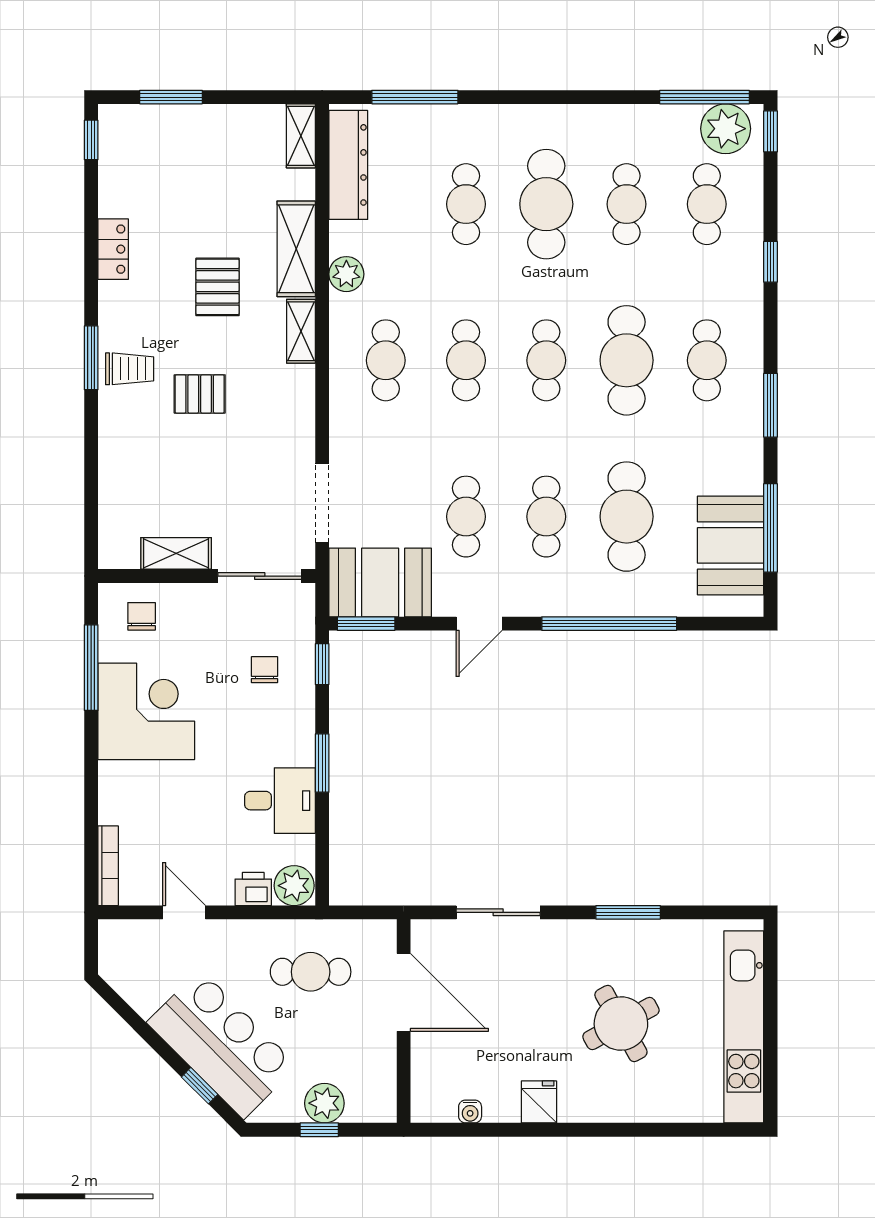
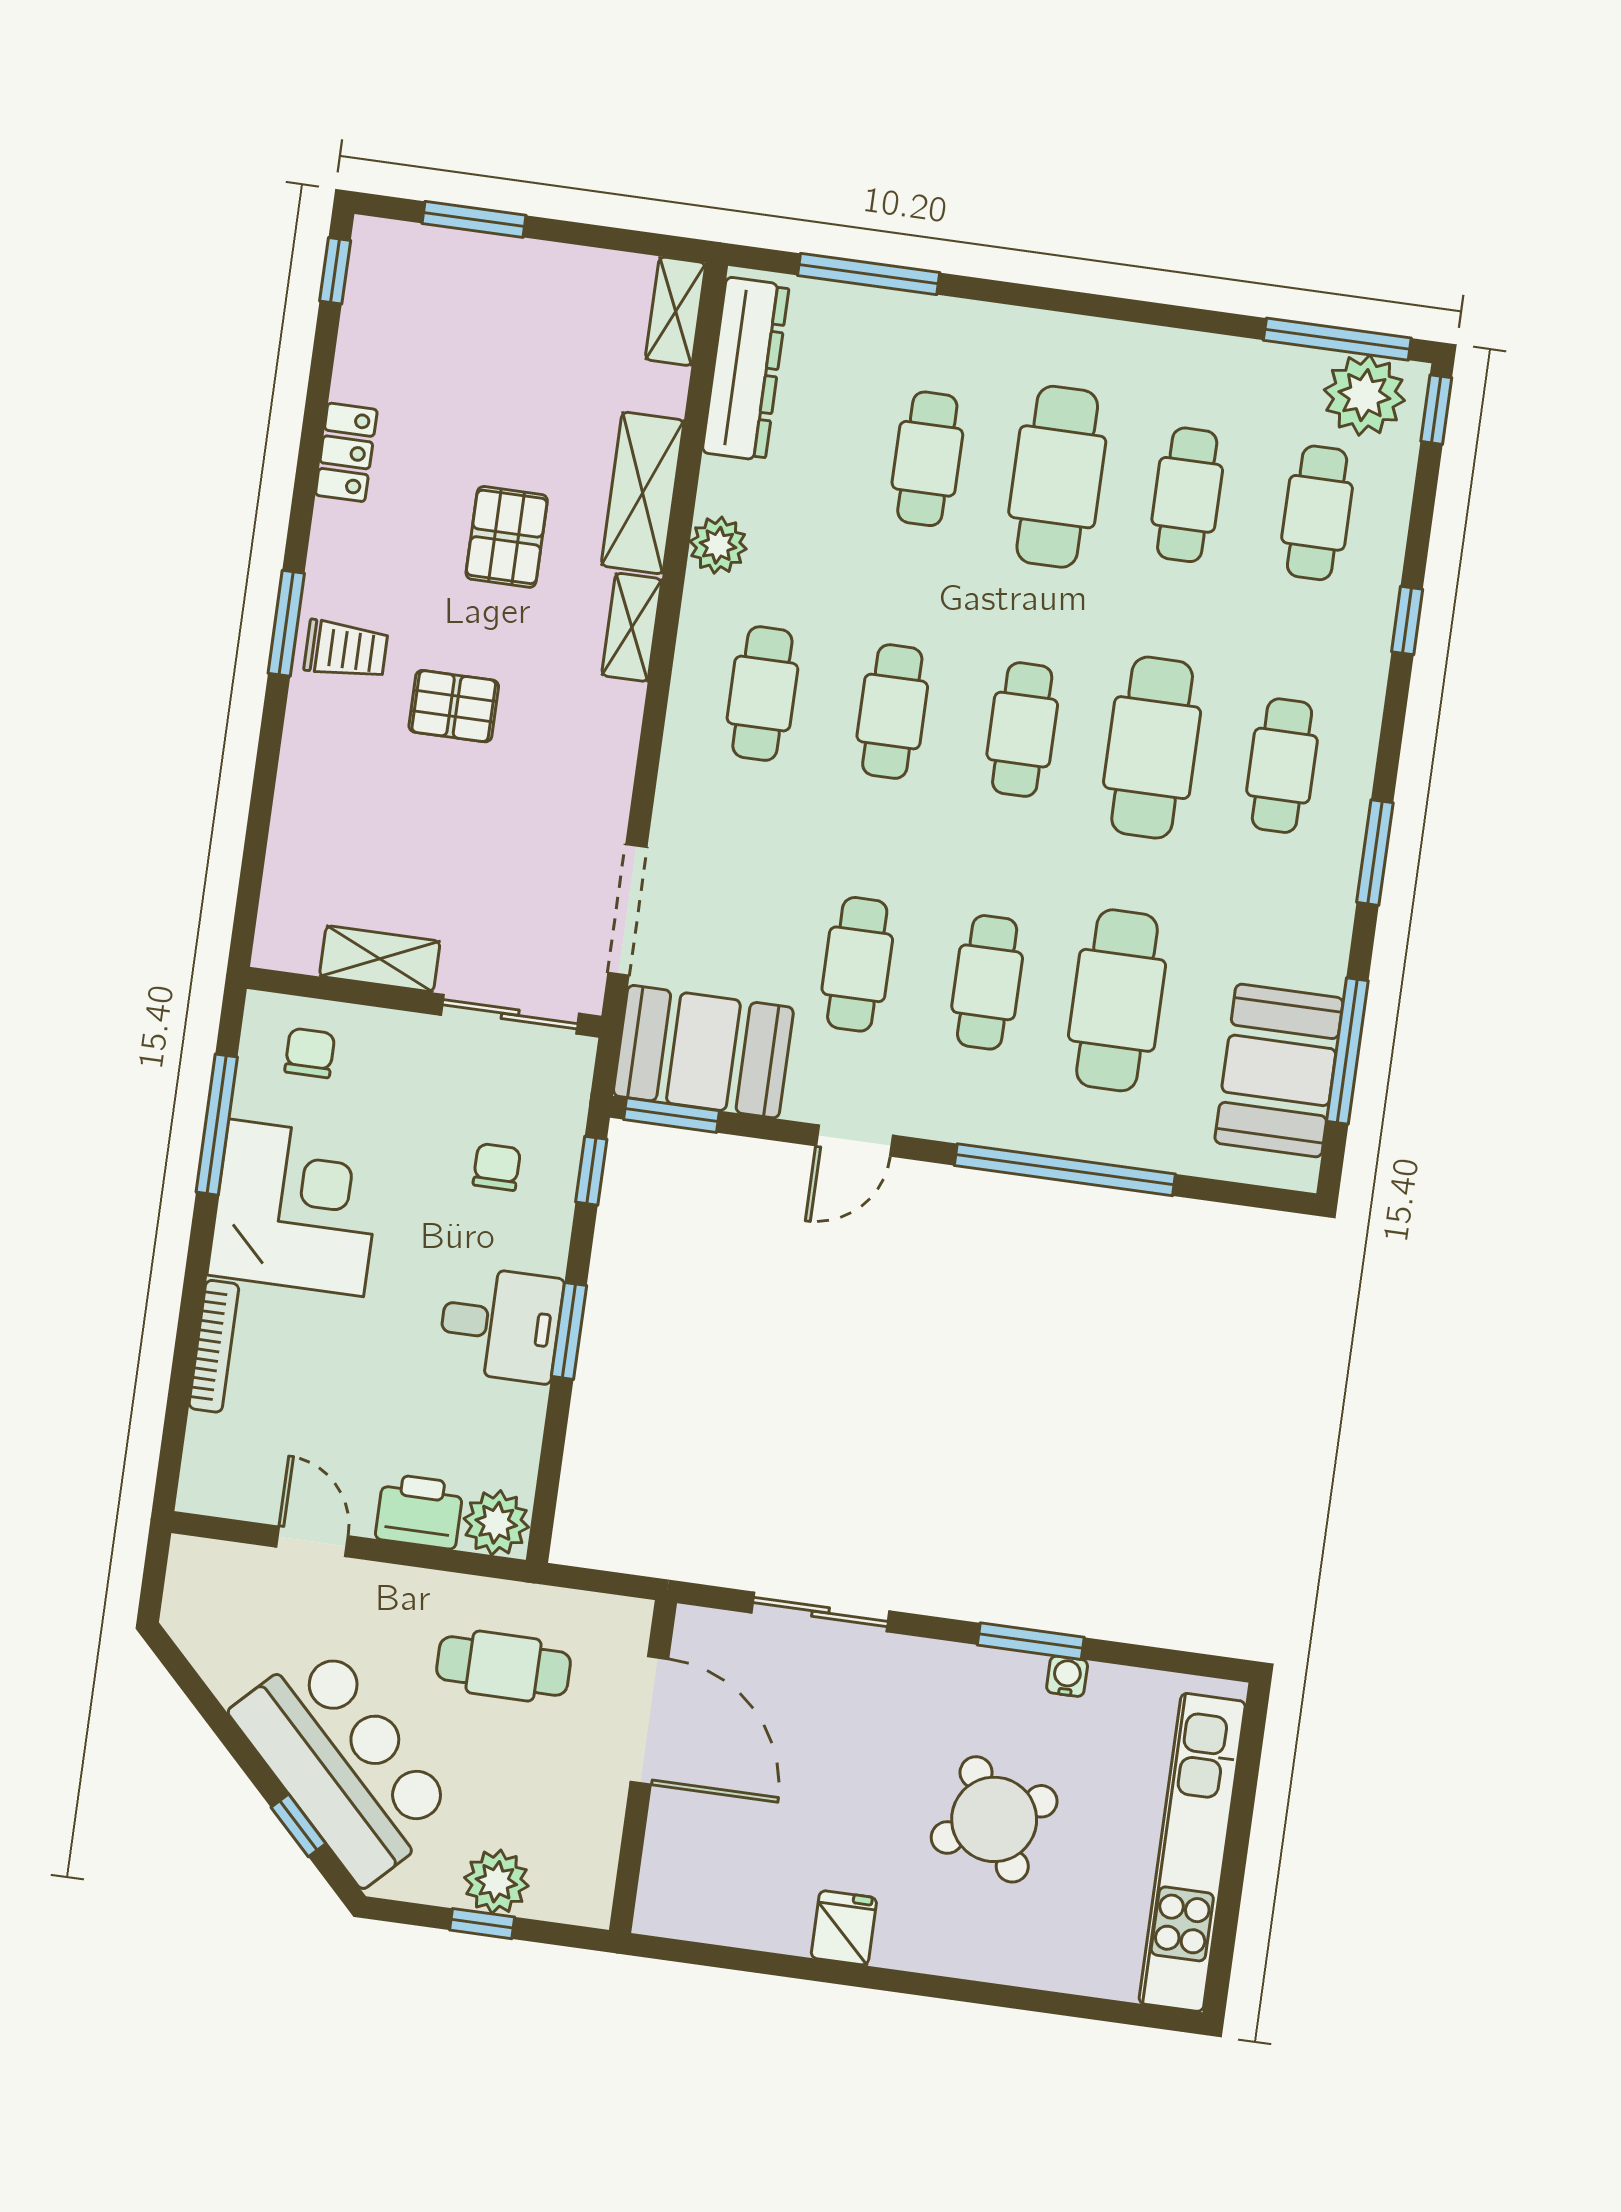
desk: (280, 801) -> (500, 1324), moved
bookcase: (108, 866) -> (214, 1346), moved
printer: (253, 889) -> (419, 1511), width x1.36, depth x1.24
water cooler: (470, 1111) -> (1067, 1676), moved, turned 180

